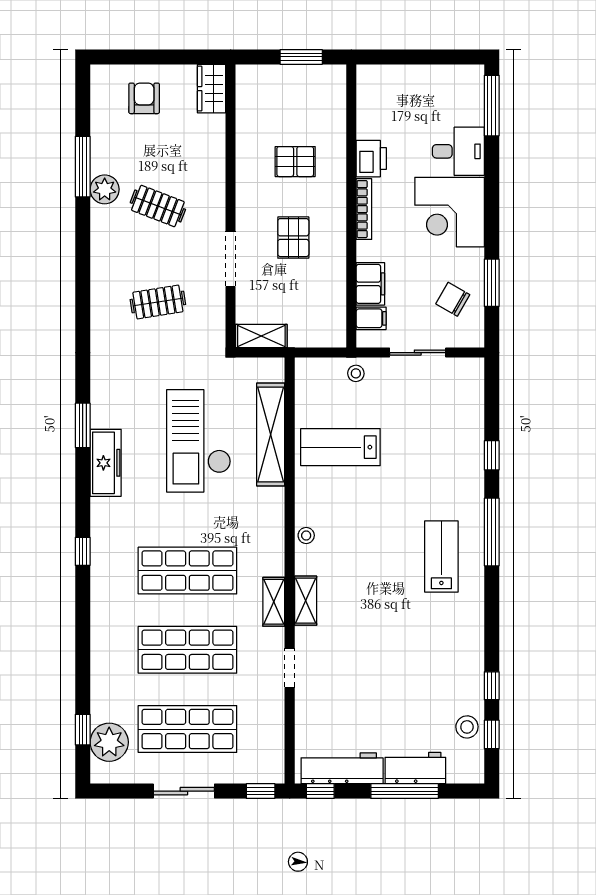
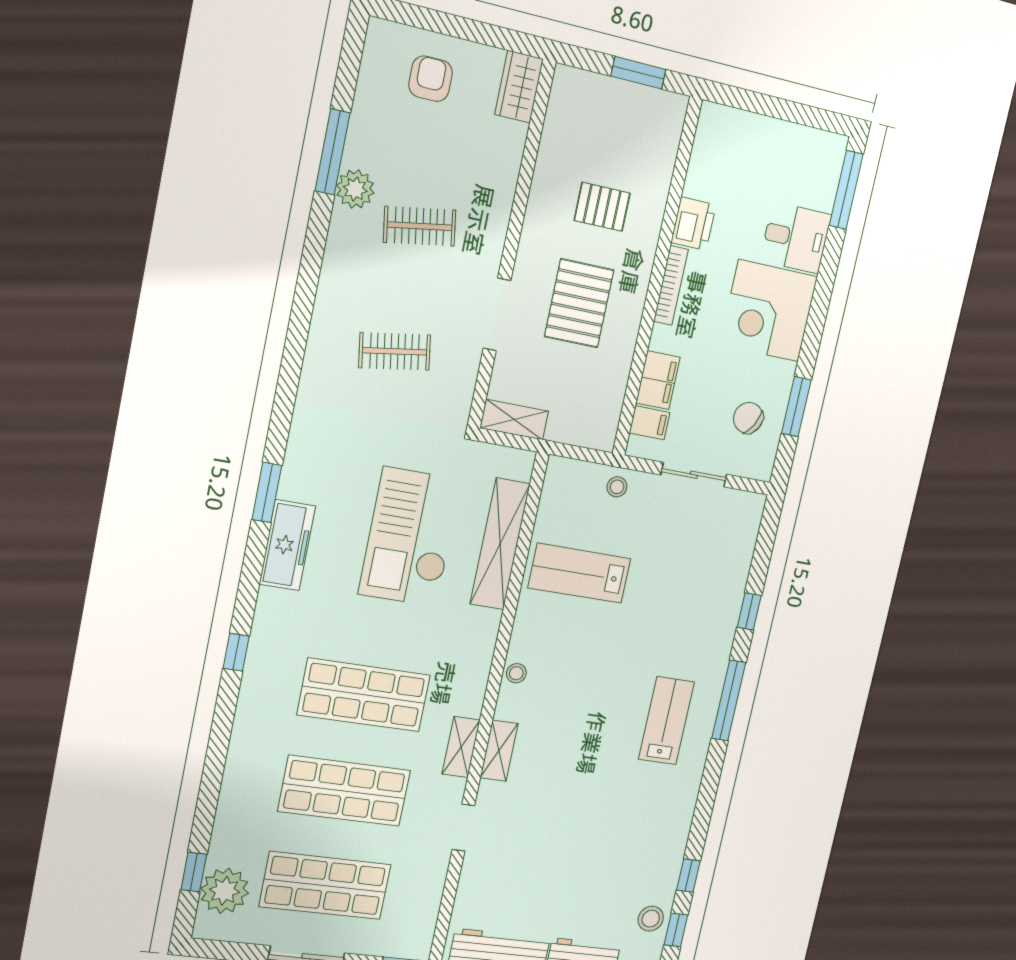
clothes rail: (158, 206) -> (420, 226), turned -30
pallet: (293, 238) -> (579, 303), width x1.50, depth x1.42

